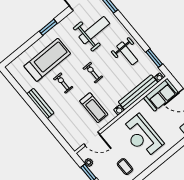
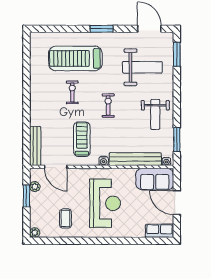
treadmill: (47, 60) -> (75, 58), turned 180
bench: (40, 103) -> (35, 146), moved
treadmill: (94, 108) -> (82, 139), turned 180
reception desk: (142, 136) -> (105, 203), turned 180

